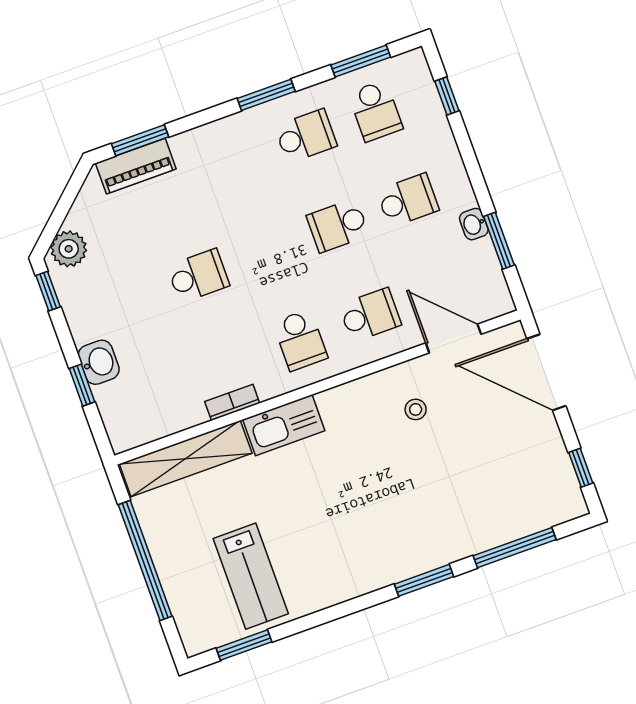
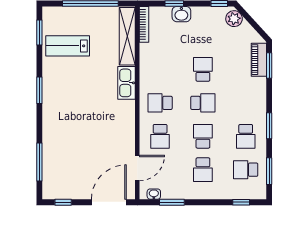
washbasin: (474, 224) -> (154, 194), moved
school desk: (268, 251) -> (203, 103), added
school desk: (198, 276) -> (203, 69), turned 180
bookcase: (232, 402) -> (144, 24), moved, width x1.56
stool: (416, 409) -> (113, 141), removed
window: (424, 580) -> (39, 90), moved

